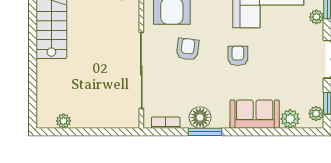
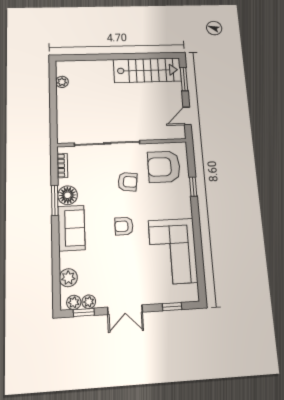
plant: (316, 17) -> (89, 302), moved
armchair: (238, 56) -> (124, 226), turned 180
sofa: (255, 114) -> (71, 228), moved

